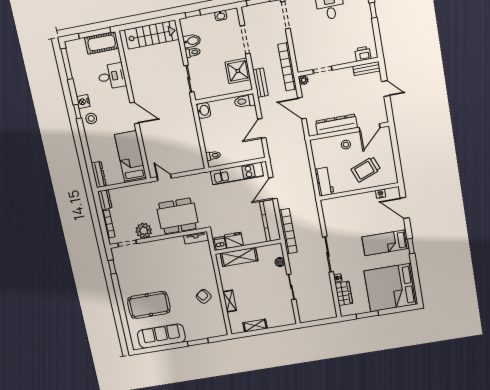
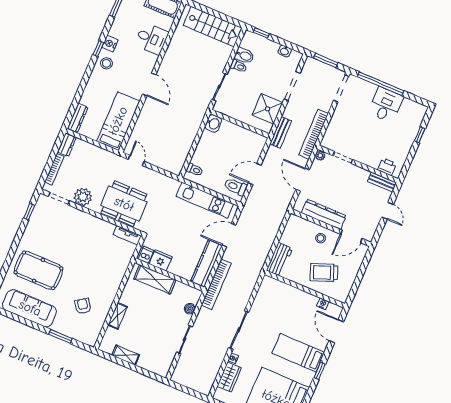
toilet: (245, 101) -> (236, 187), moved
armchair: (204, 296) -> (83, 306), moved

